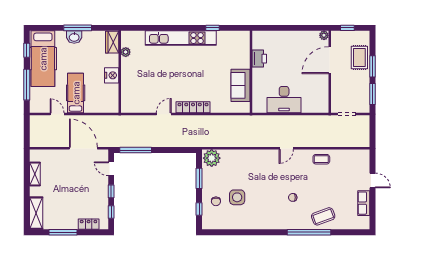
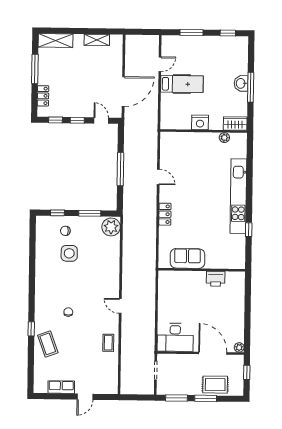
hospital bed: (43, 59) -> (219, 50), removed
window: (27, 85) -> (191, 33), width x0.69
desk: (284, 100) -> (175, 337), moved, turned -90
locker: (193, 107) -> (165, 214), width x0.66
window: (136, 150) -> (120, 169), moved
door: (111, 169) -> (101, 121), hinge flipped
window: (309, 232) -> (31, 329), width x0.32

